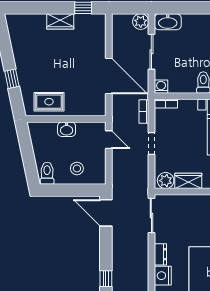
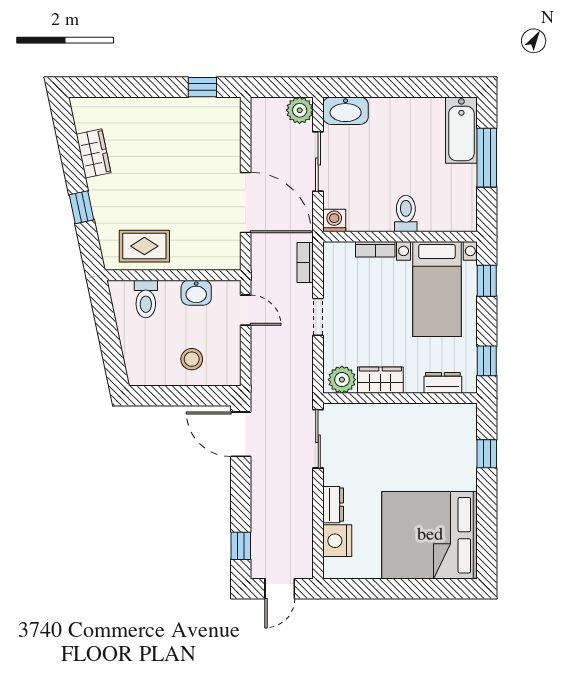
wardrobe: (60, 21) -> (94, 153), moved, turned -102
bookcase: (166, 104) -> (375, 249), moved
washbasin: (67, 129) -> (196, 293), moved
toilet: (47, 173) -> (146, 299), moved, turned 180

